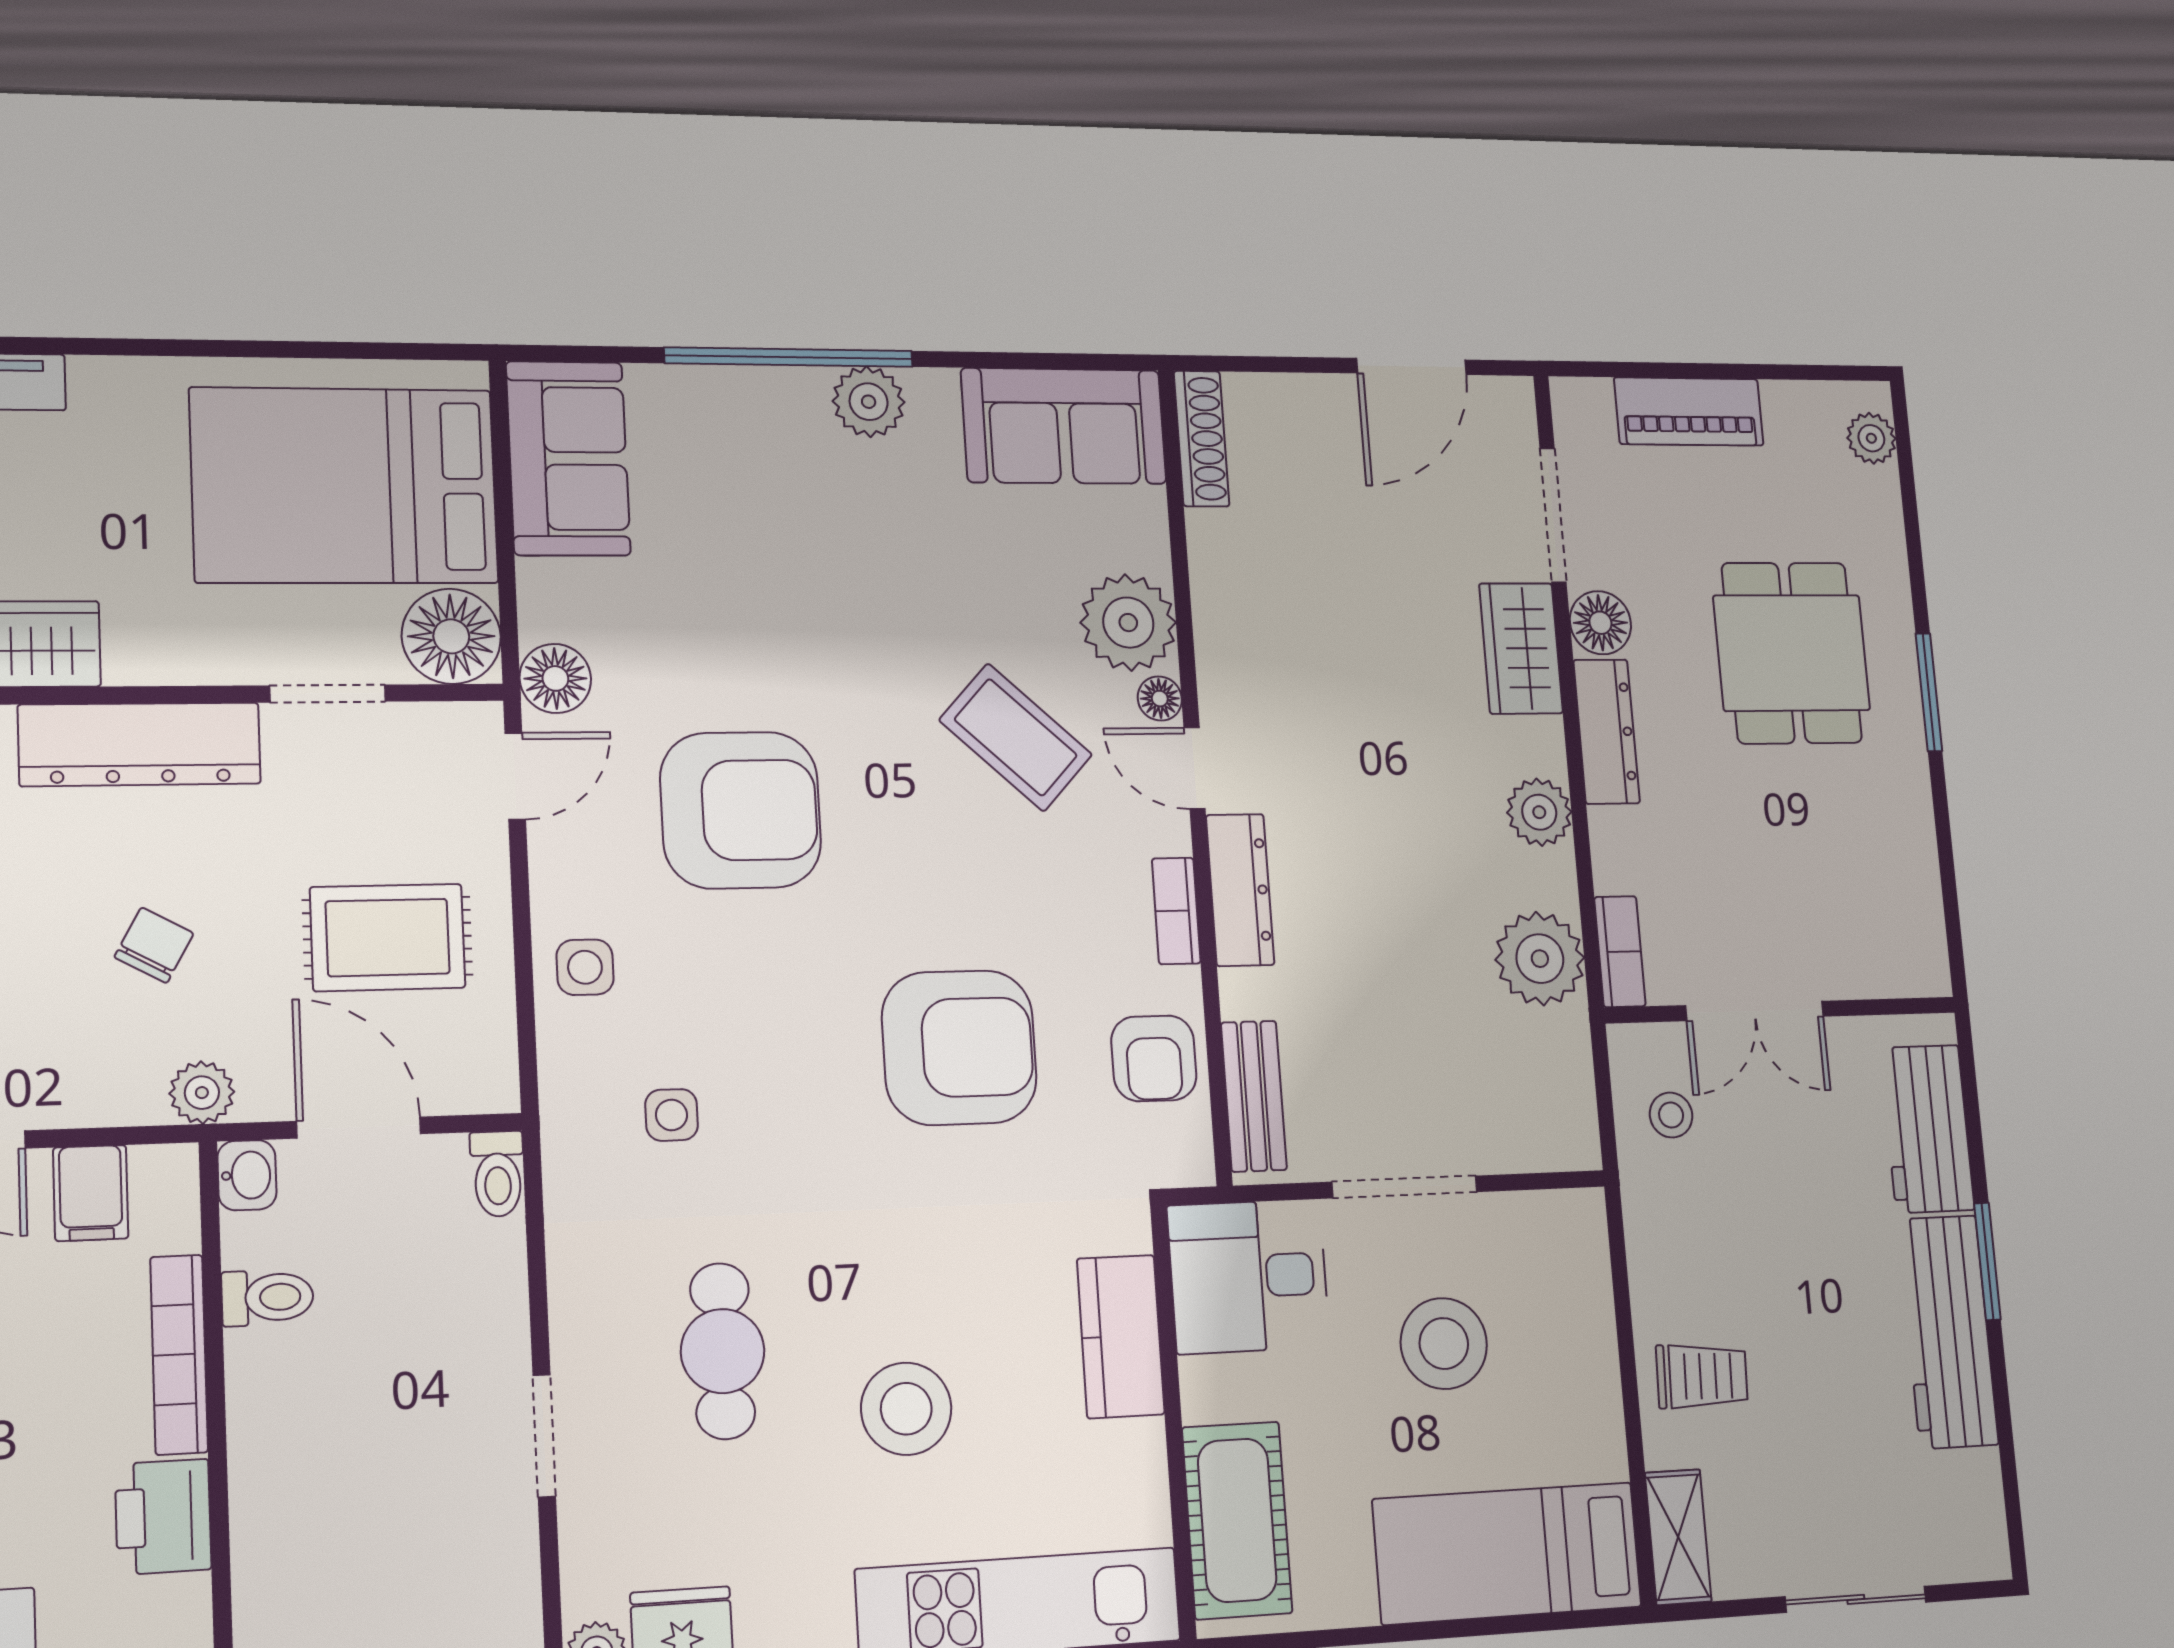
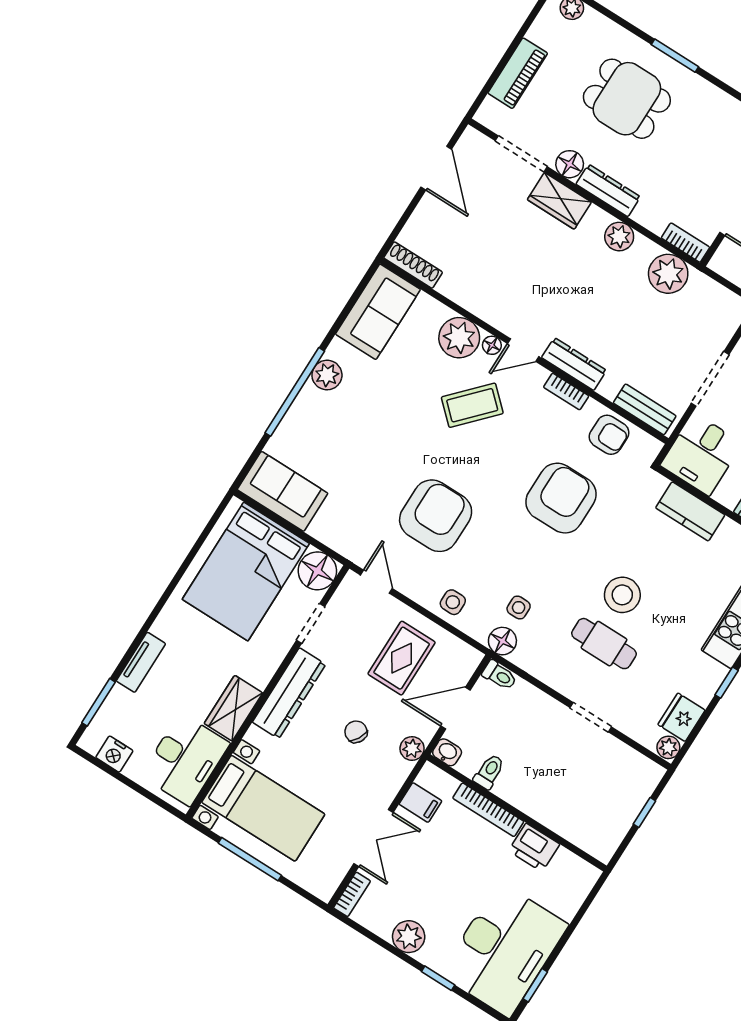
floor lamp: (555, 678) -> (502, 641), moved
stool: (906, 1409) -> (622, 595), moved

